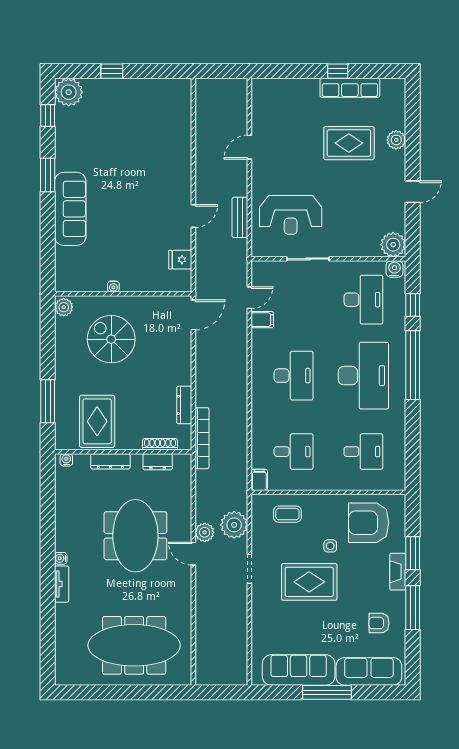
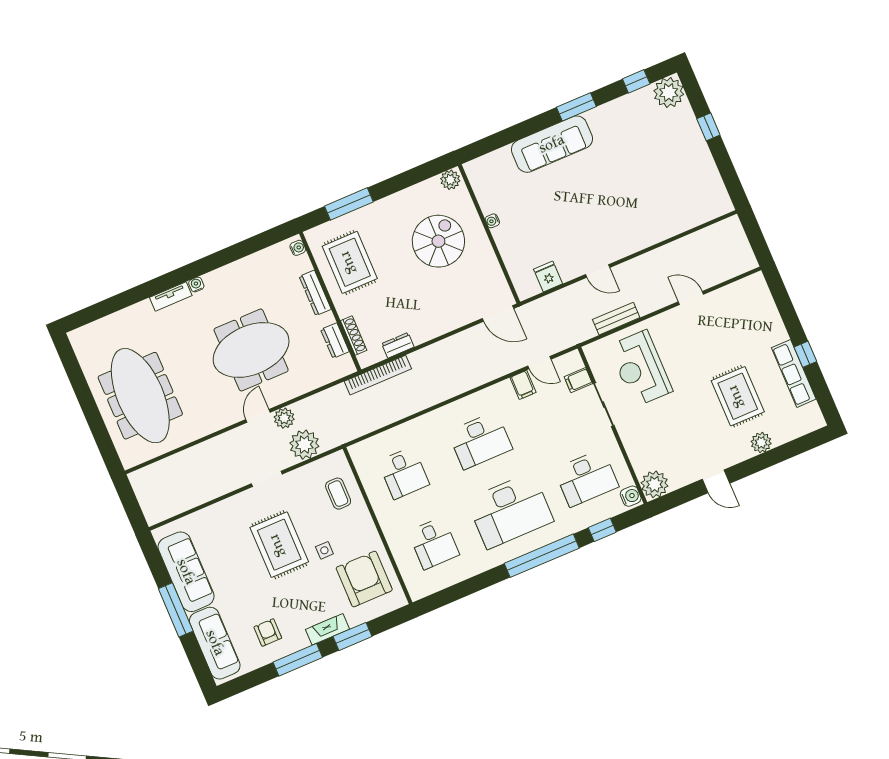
dresser: (184, 405) -> (398, 345), width x0.70
rug: (97, 421) -> (350, 262), turned 90
filing cabinet: (259, 480) -> (578, 380), moved, turned 180

